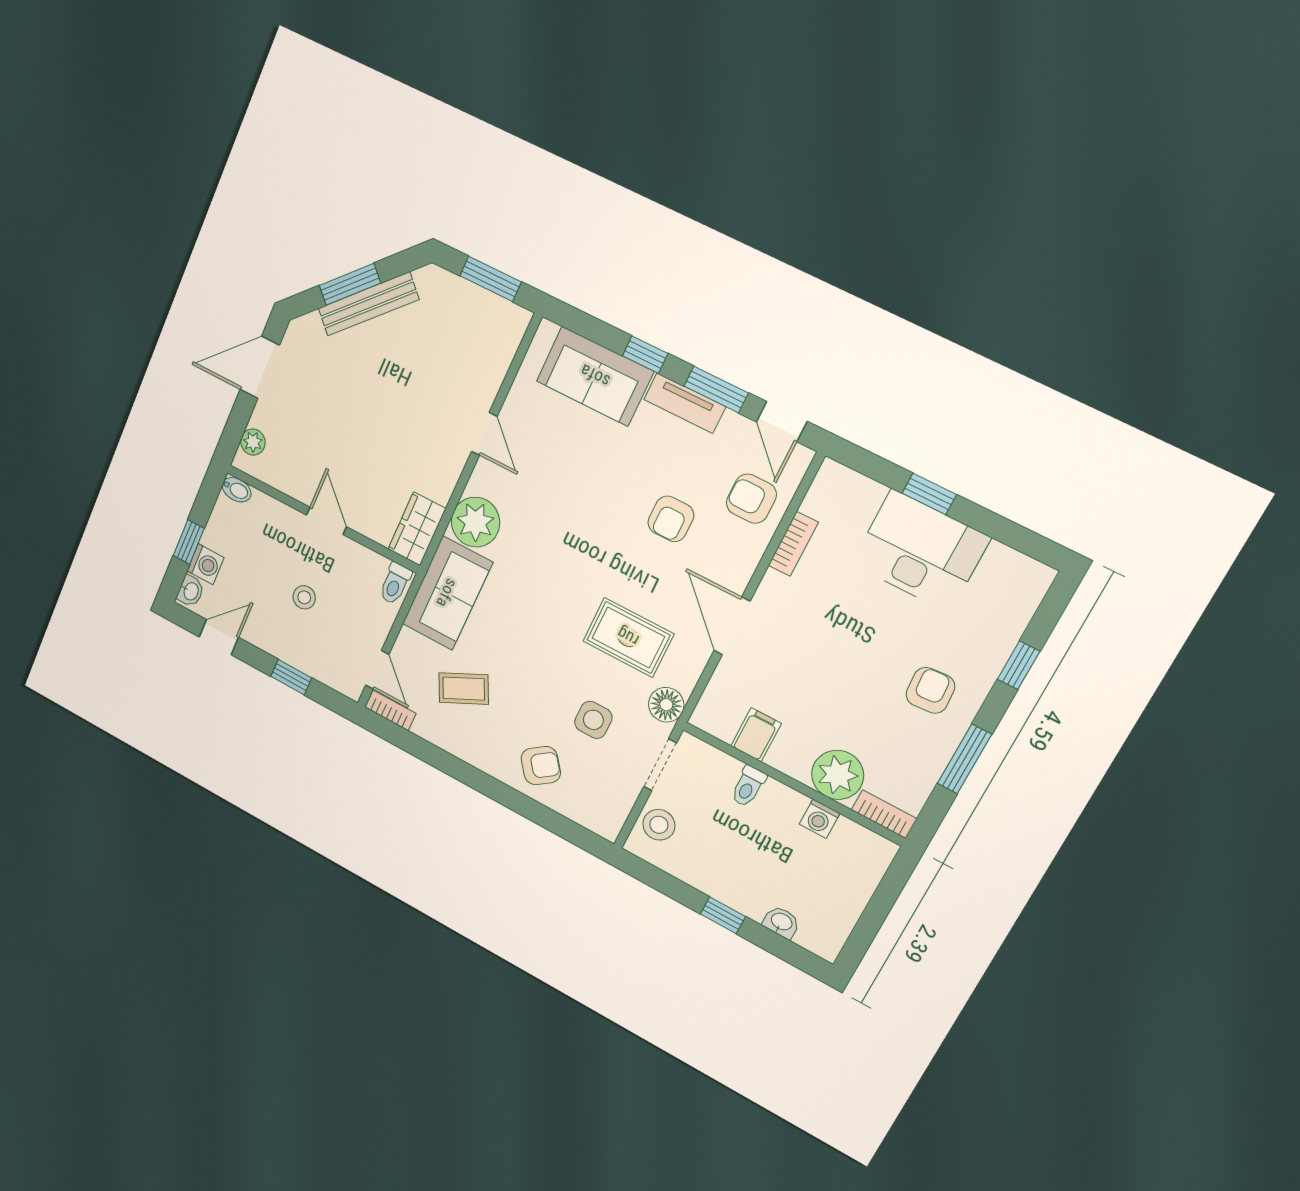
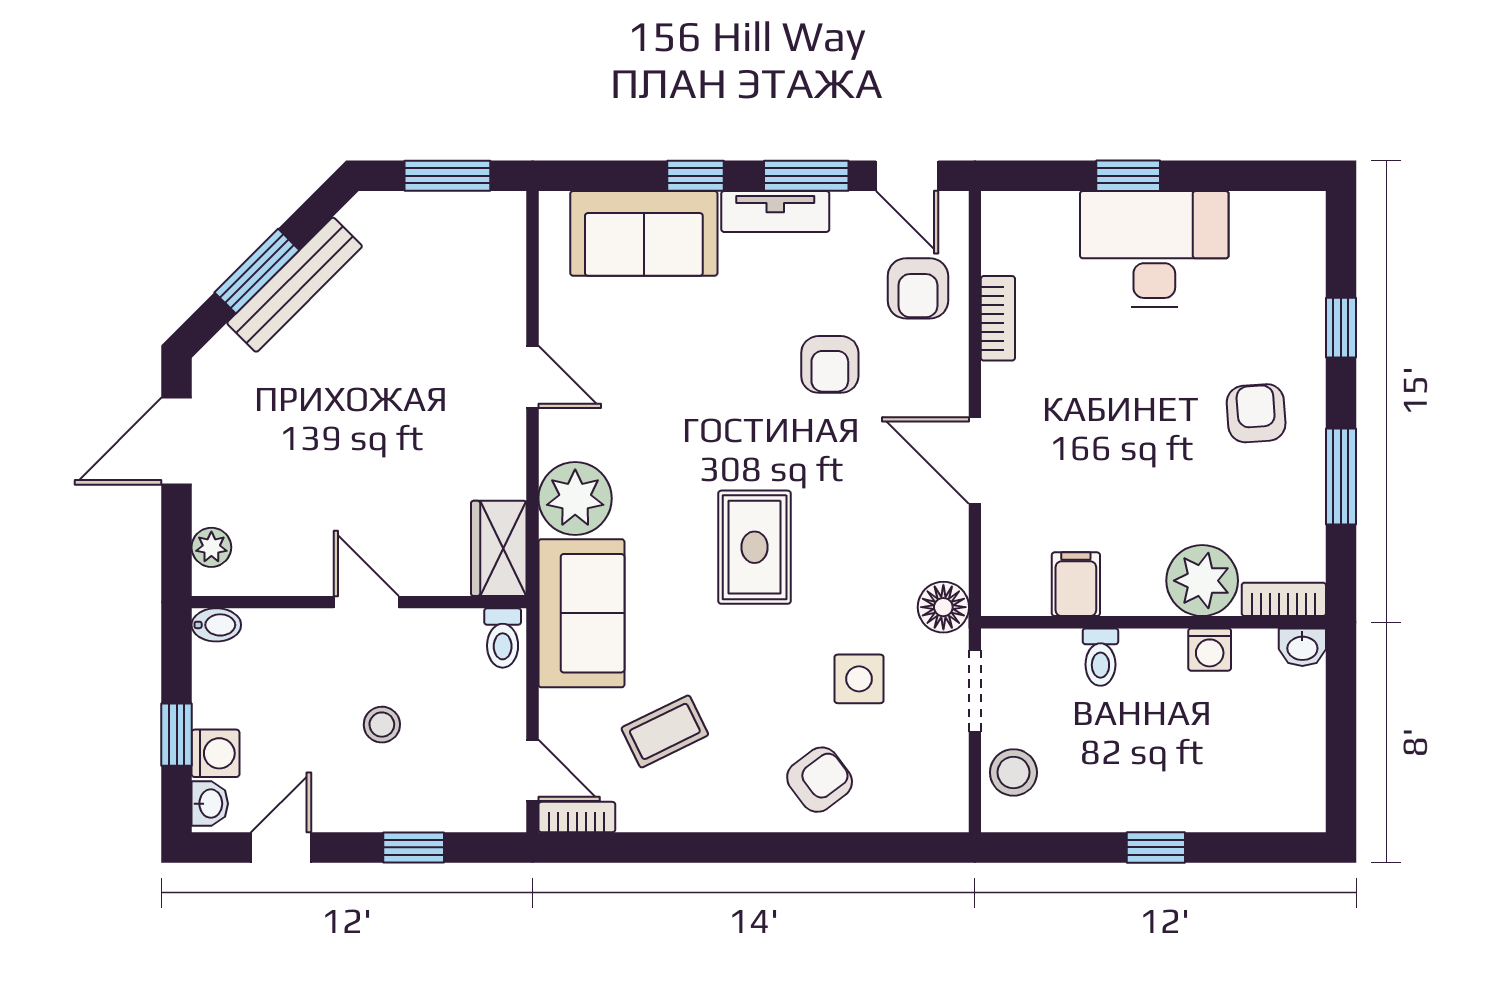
armchair: (751, 499) -> (918, 288), turned -90
rug: (628, 637) -> (755, 547), moved, turned 90
washbasin: (781, 922) -> (1302, 647), moved, turned 180

